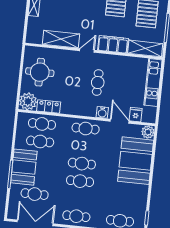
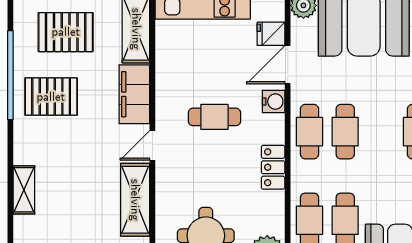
door: (87, 51) -> (152, 145), hinge flipped
locker: (49, 107) -> (273, 167), moved
cafe table: (82, 164) -> (345, 132), moved

